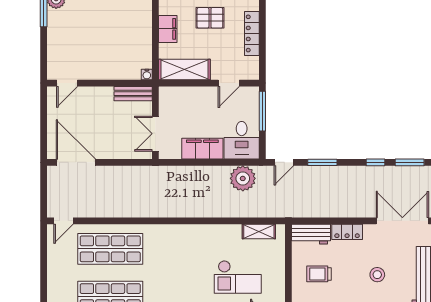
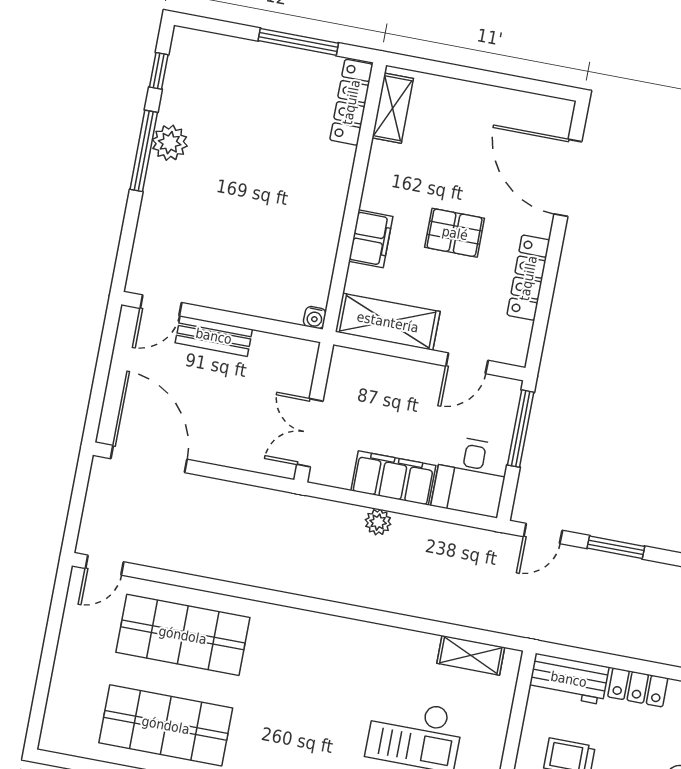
bench: (133, 94) -> (214, 336), moved
plant: (243, 178) -> (378, 522), moved, width x0.53, depth x0.53

